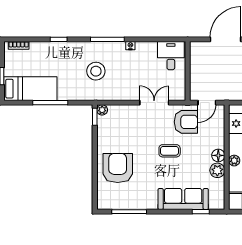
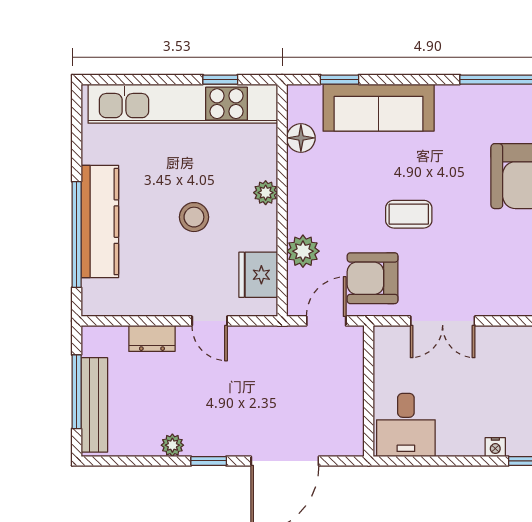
floor lamp: (218, 155) -> (301, 138), moved
plant: (217, 170) -> (303, 251), moved

